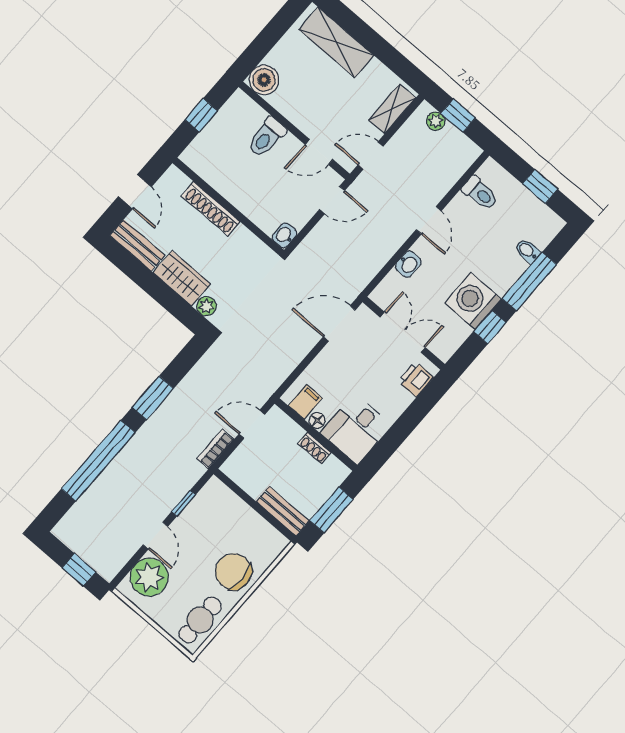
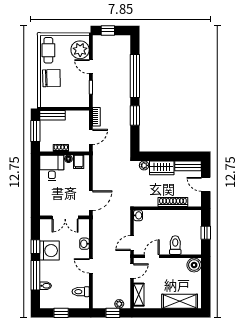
printer: (416, 379) -> (46, 205), removed

